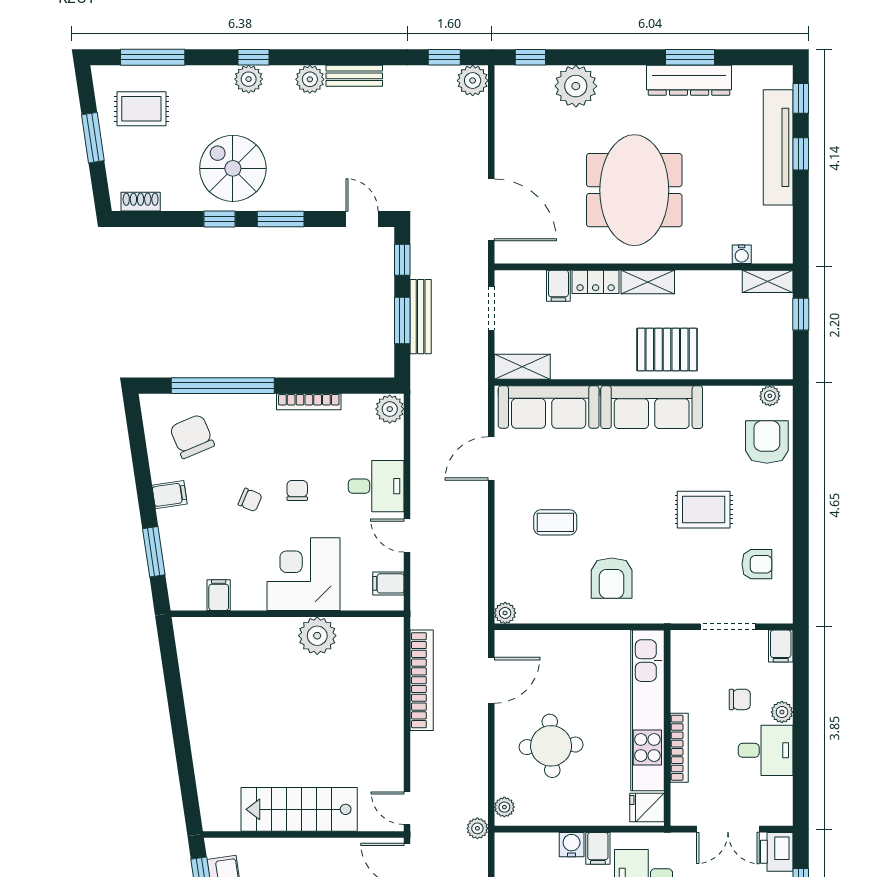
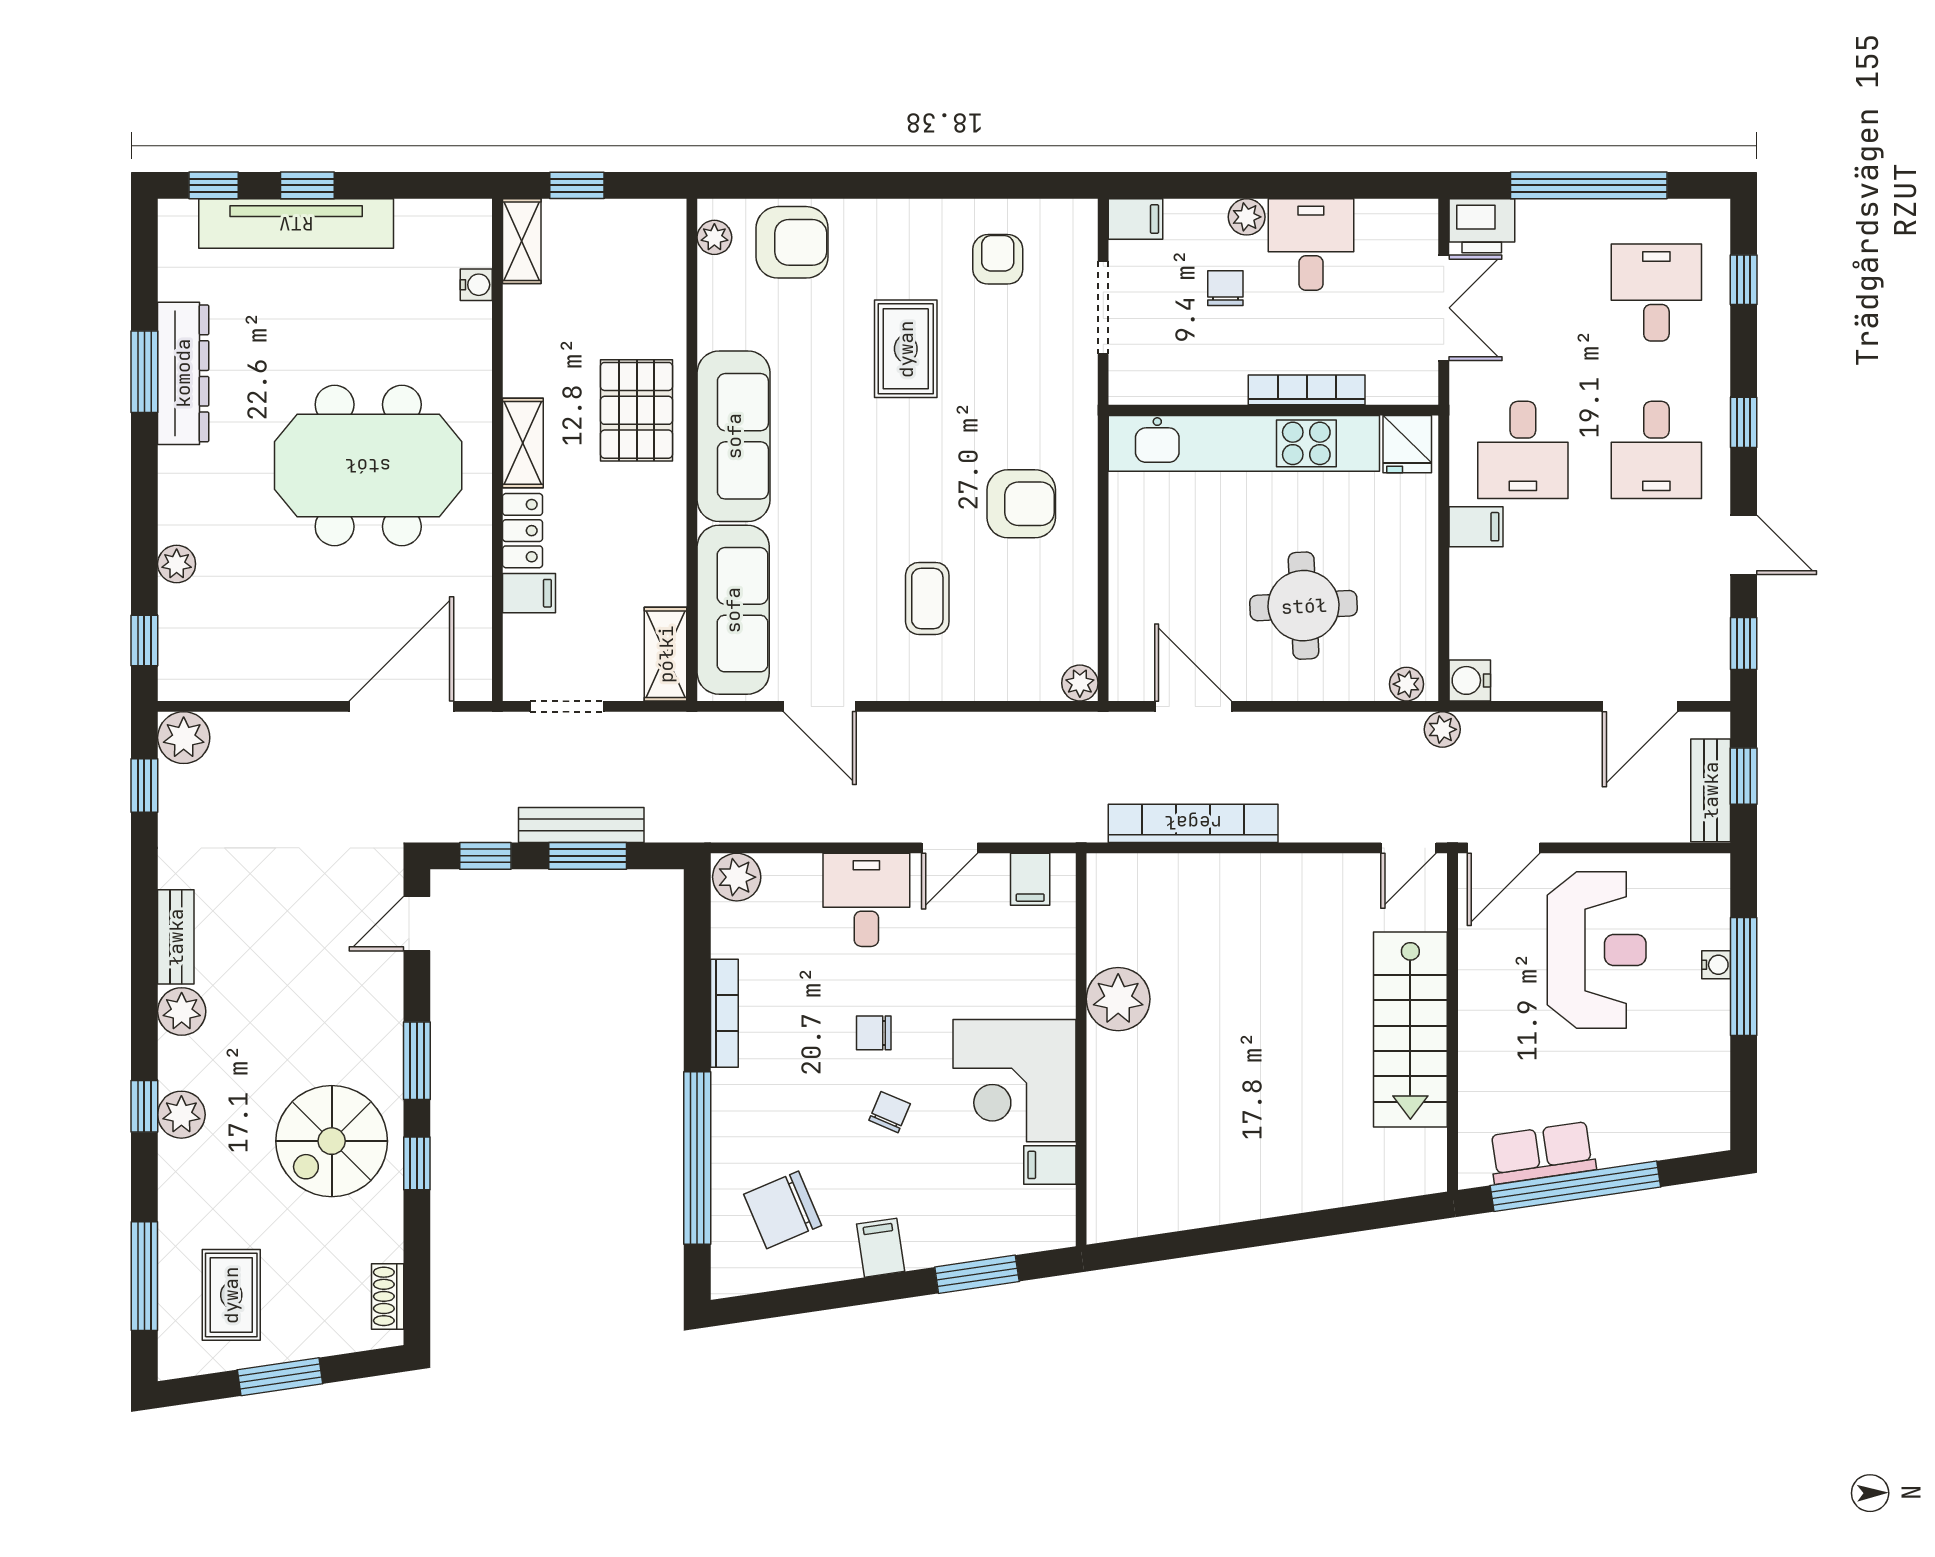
plant: (576, 86) -> (177, 564), width x0.53, depth x0.53
armchair: (767, 442) -> (792, 242), turned 180
corner desk: (303, 574) -> (1014, 1081), moved
water cooler: (572, 845) -> (1470, 680), moved

